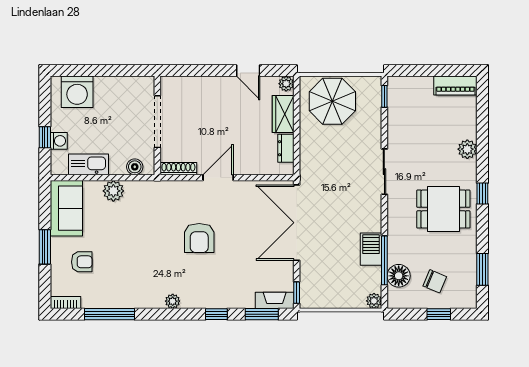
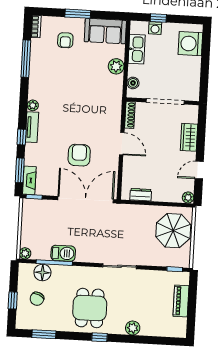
piano: (455, 86) -> (181, 301), moved
wardrobe: (283, 114) -> (189, 137), moved, turned -90
armchair: (199, 238) -> (79, 155), moved, turned 90
tv unit: (202, 301) -> (32, 127), added

